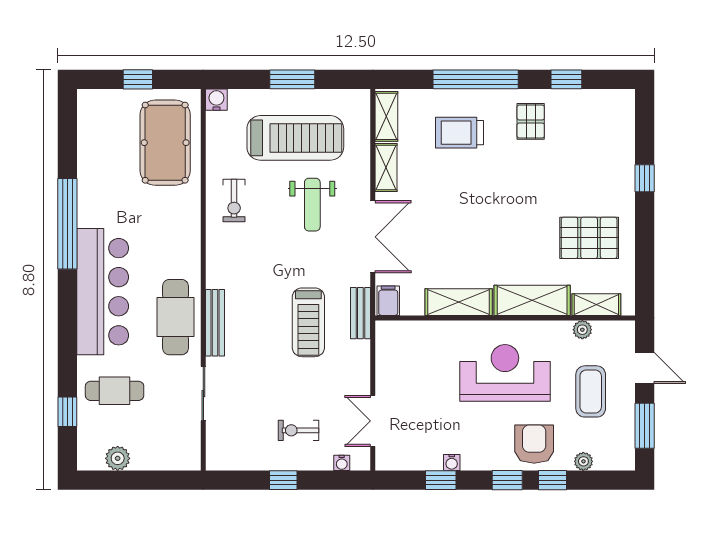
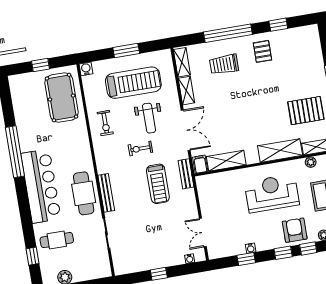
shelving: (459, 302) -> (226, 161), moved
exercise bike: (299, 430) -> (140, 149), moved

